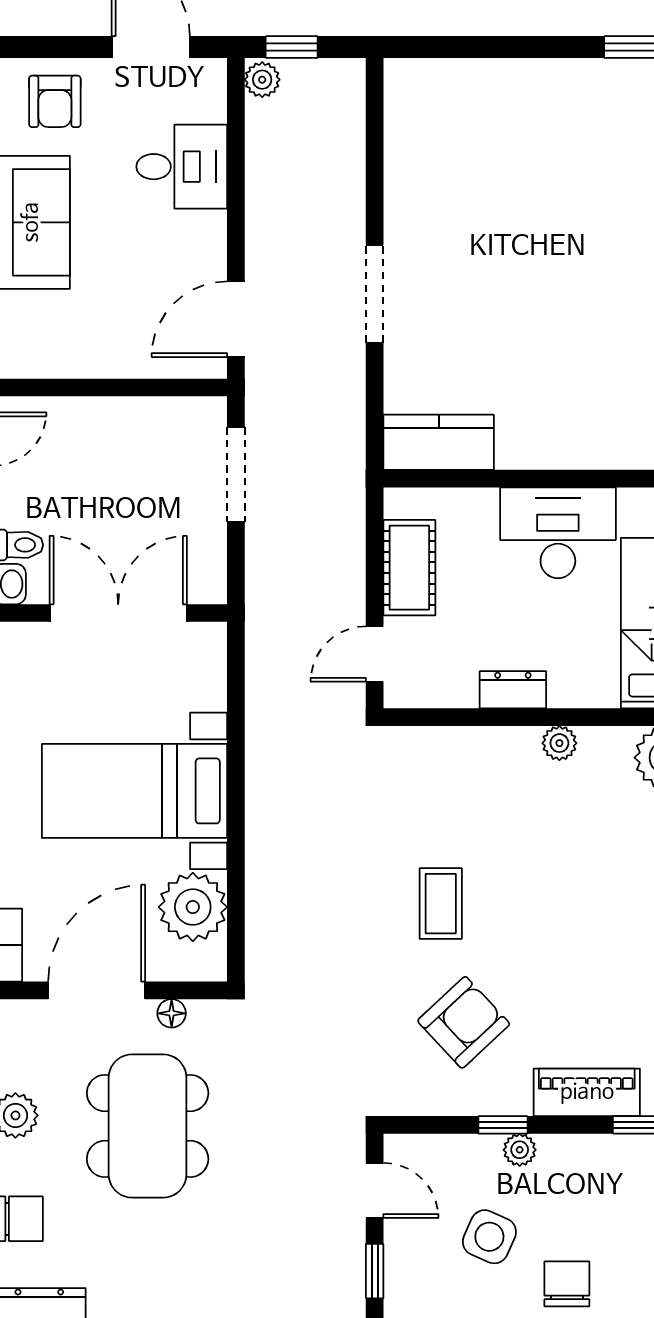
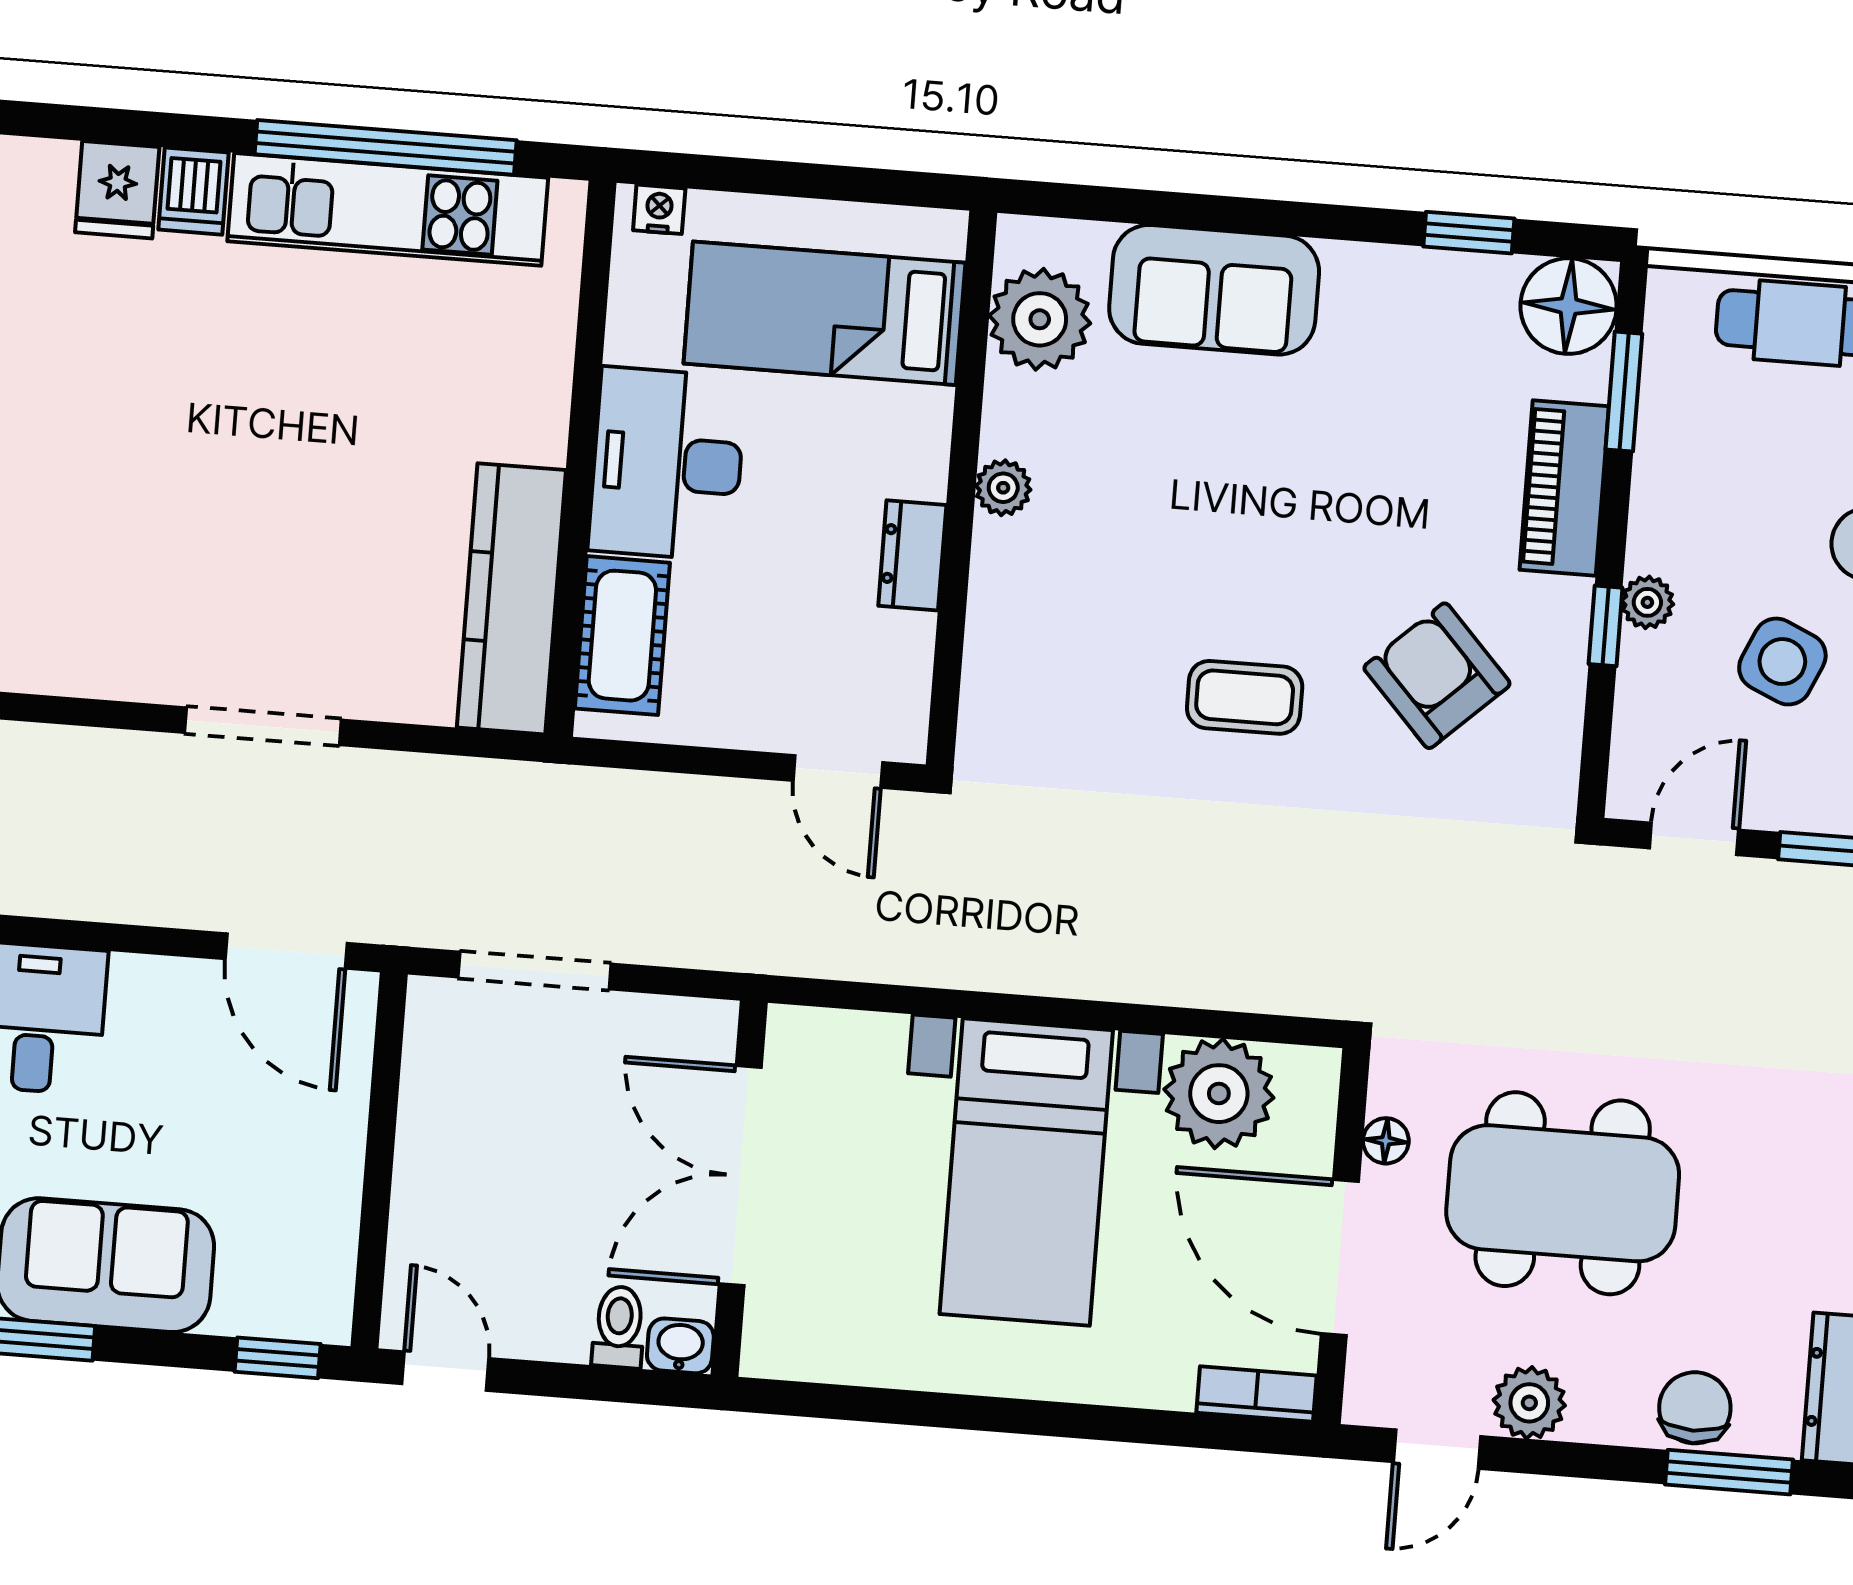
kitchen counter: (439, 442) -> (511, 599), width x1.50
cot: (409, 568) -> (622, 636), moved, turned 90

